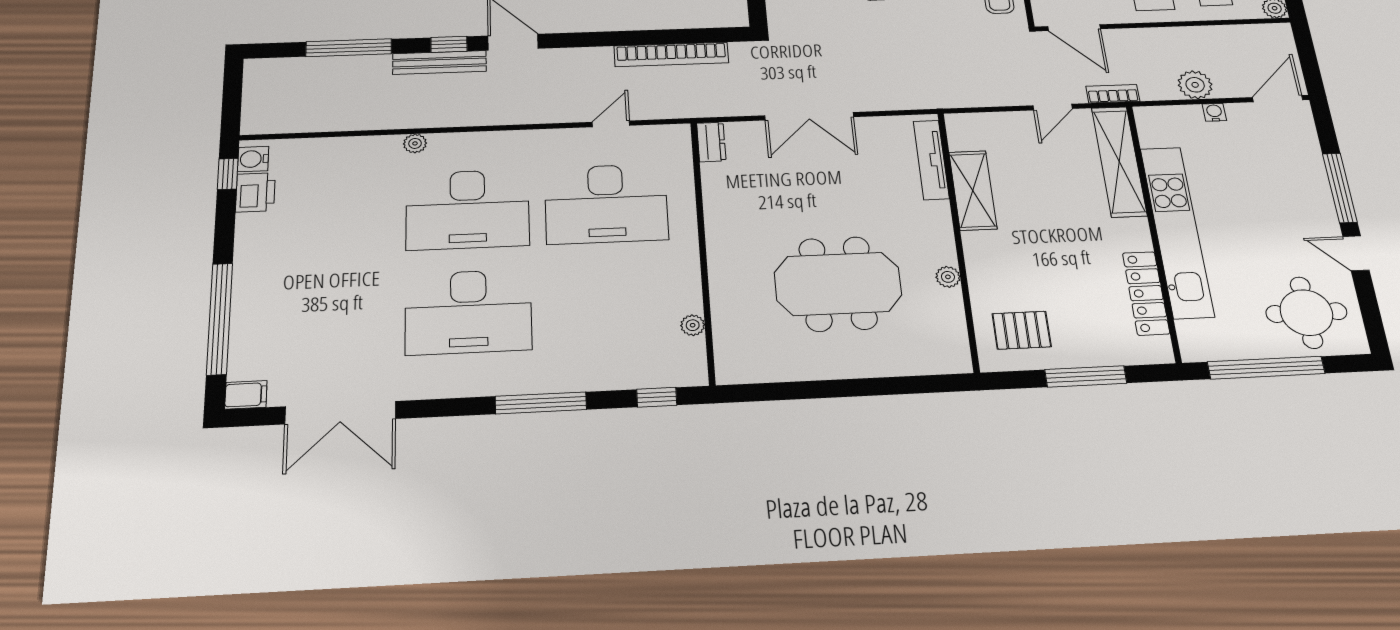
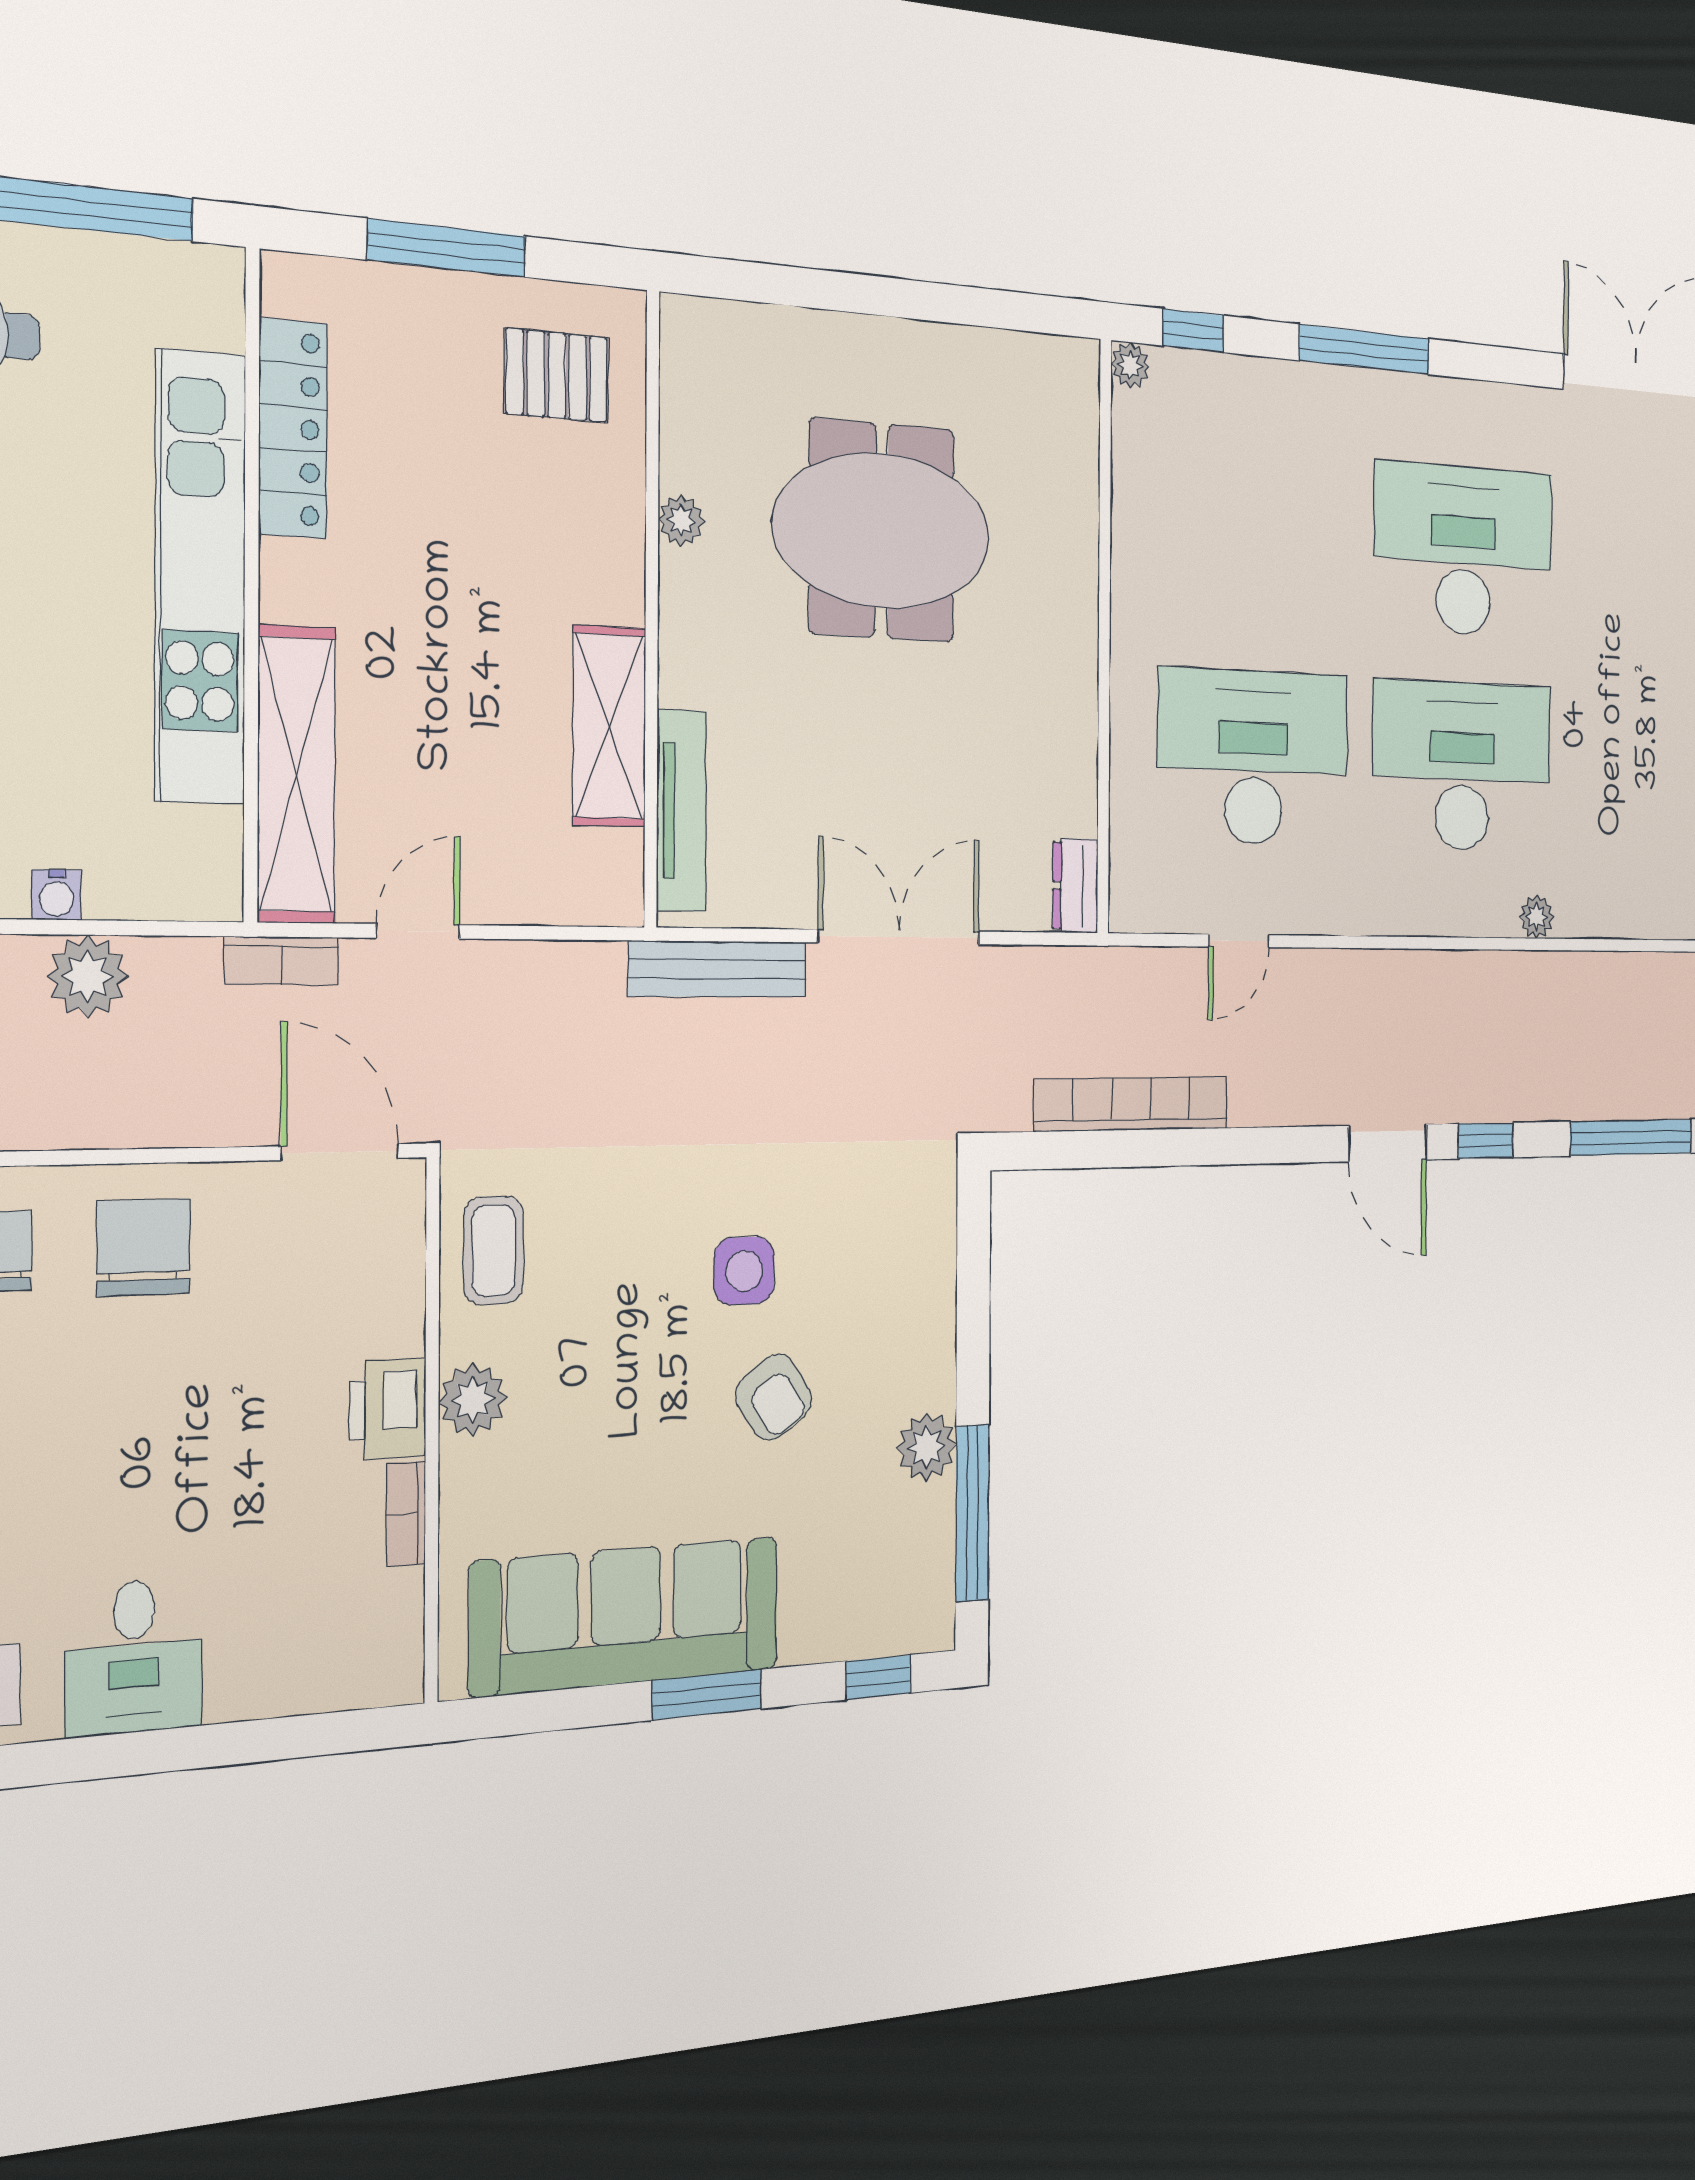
bench: (439, 63) -> (718, 969), moved
plant: (693, 325) -> (1130, 365), moved

